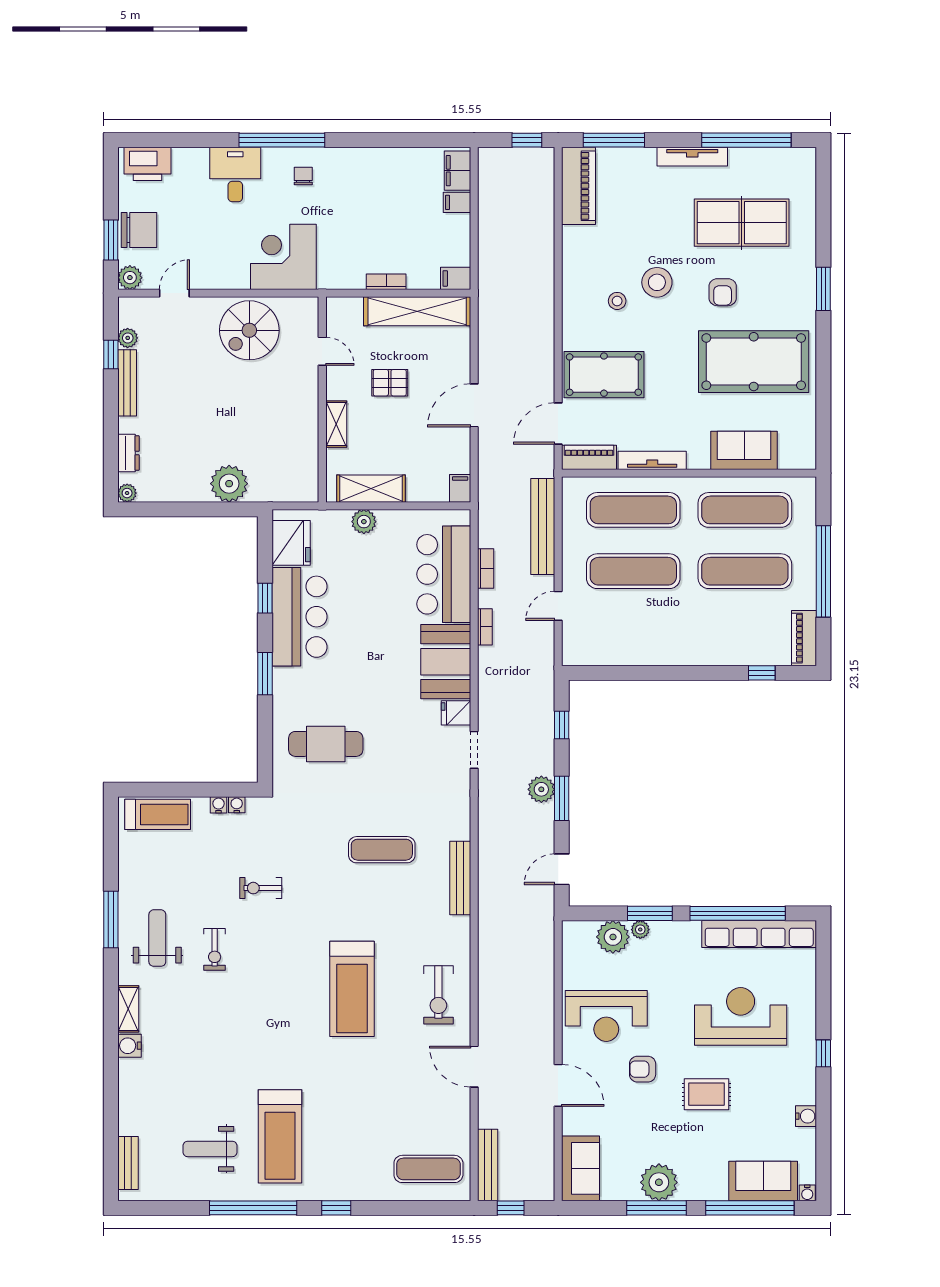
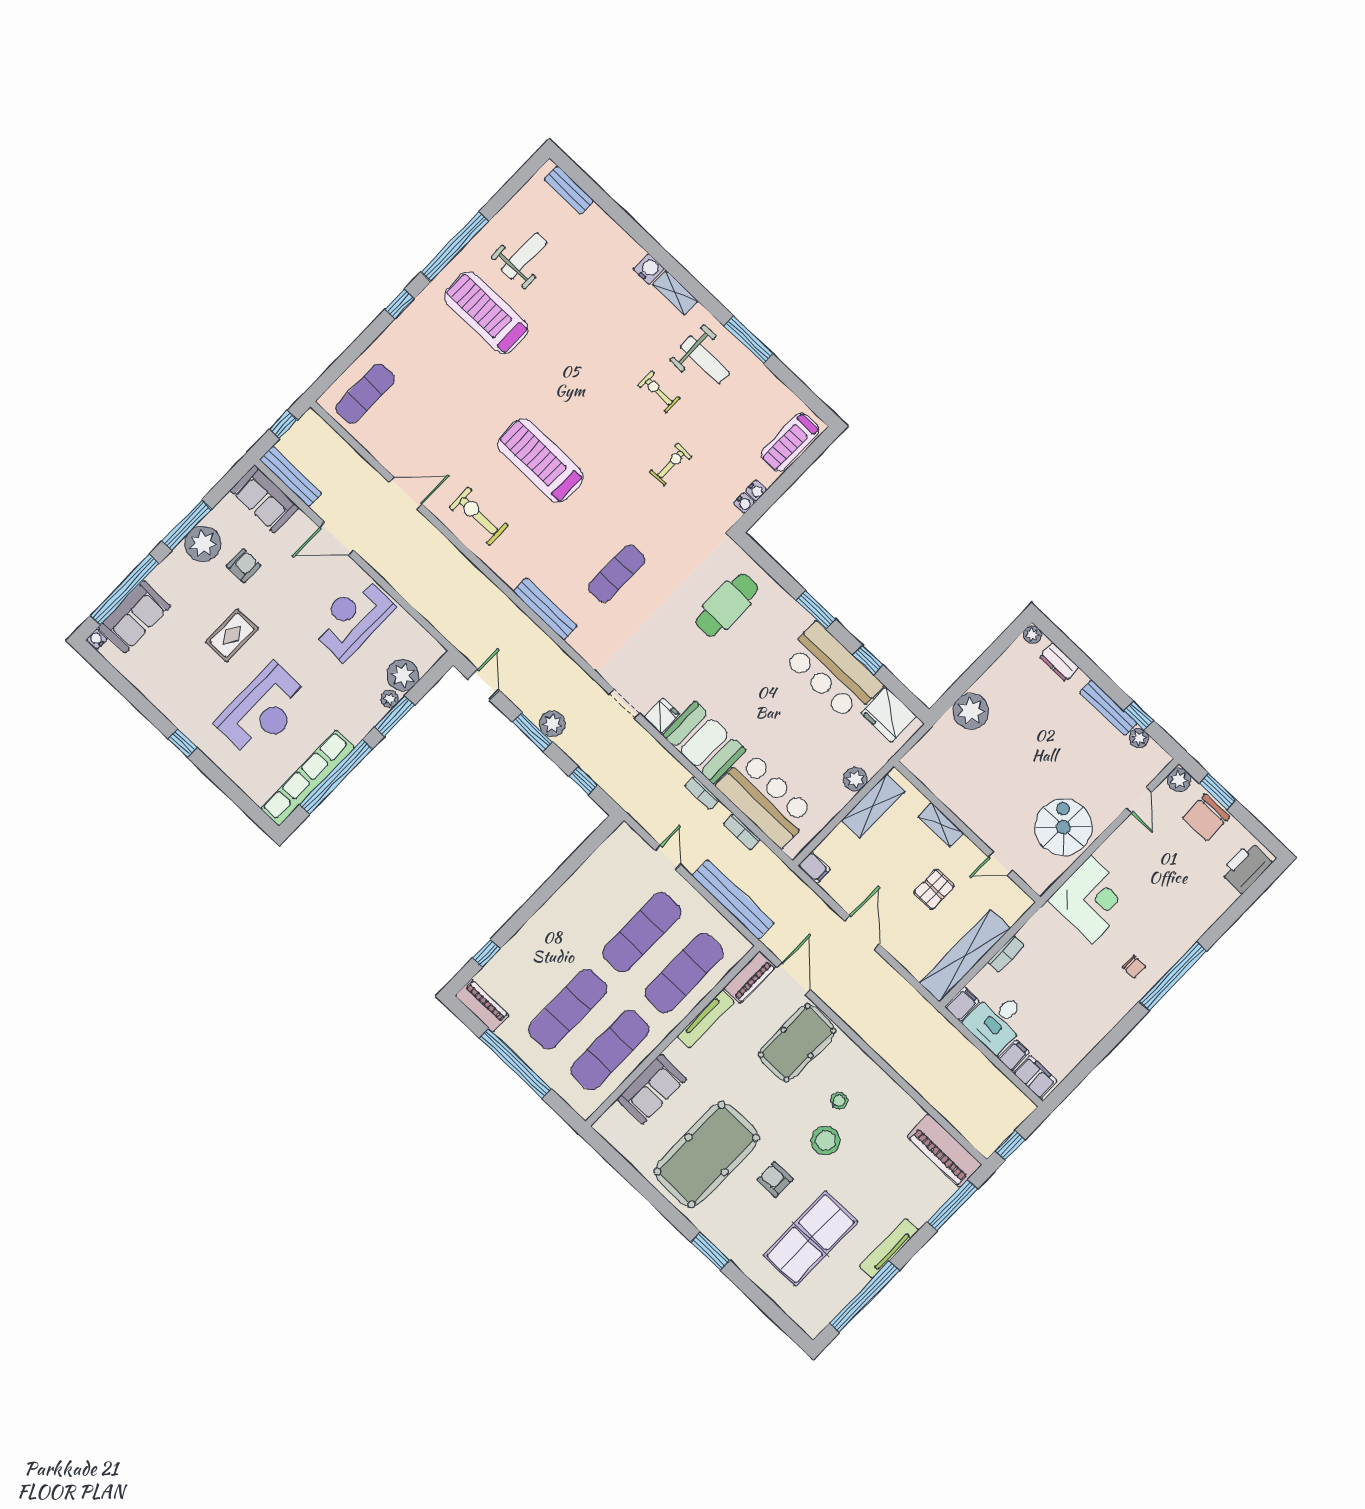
desk: (235, 175) -> (997, 1021), moved, turned 90
armchair: (643, 1069) -> (244, 566), moved
water cooler: (806, 1116) -> (151, 689), removed
bench: (488, 1165) -> (291, 476), moved

